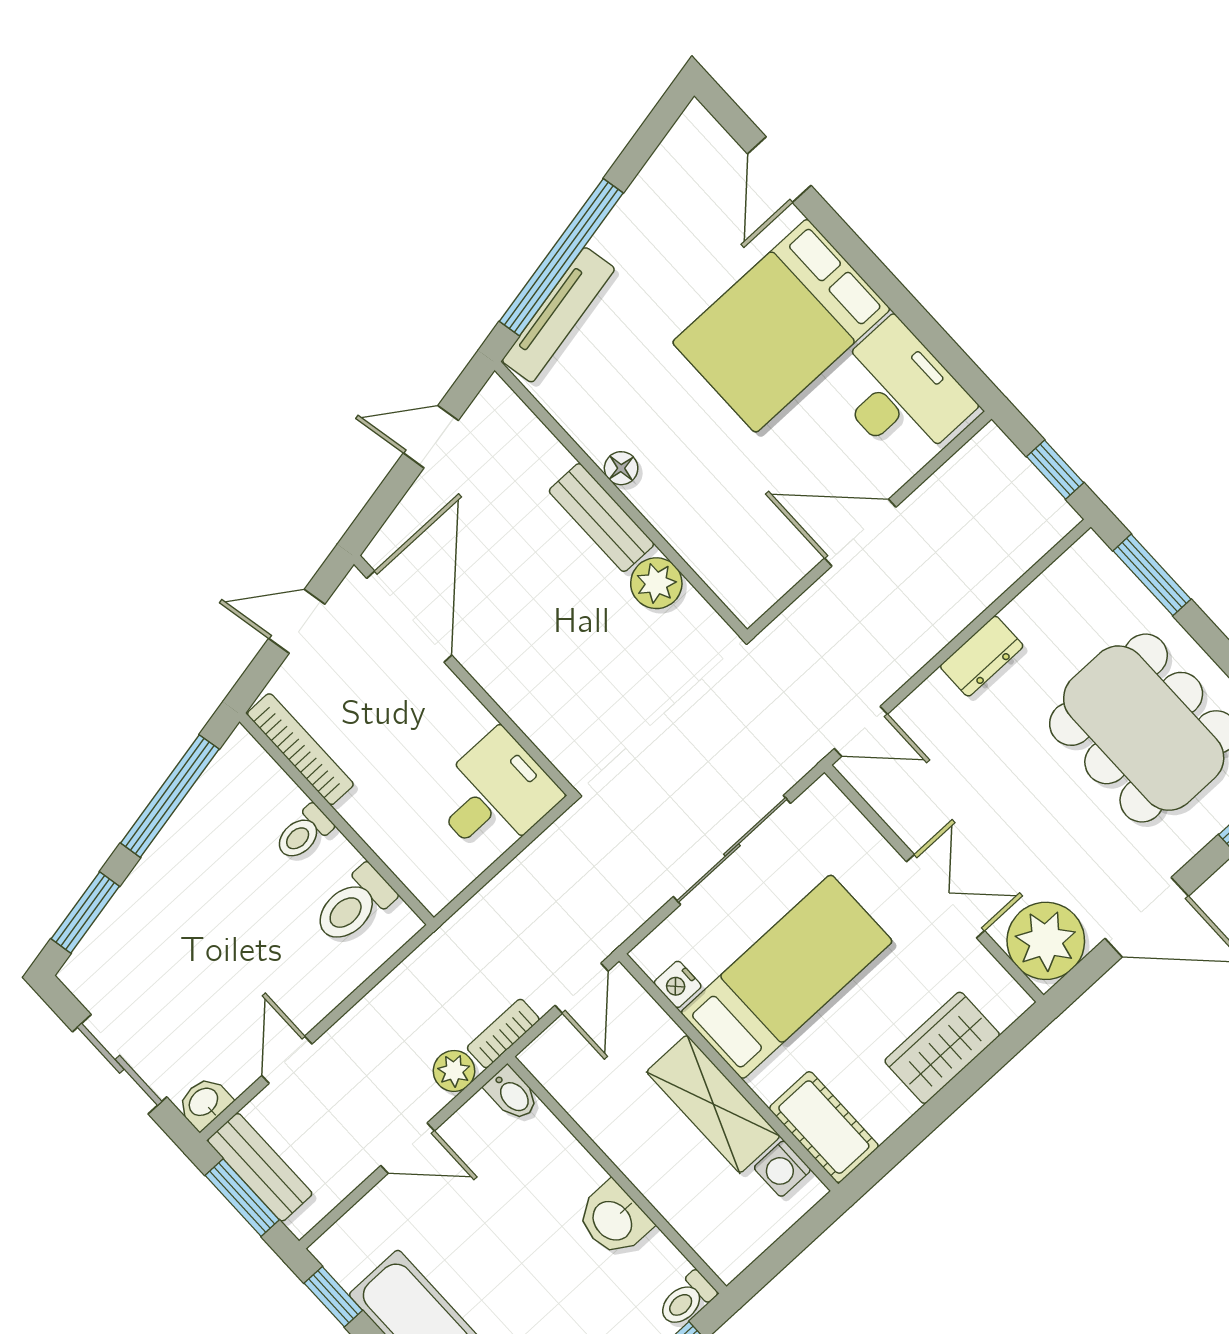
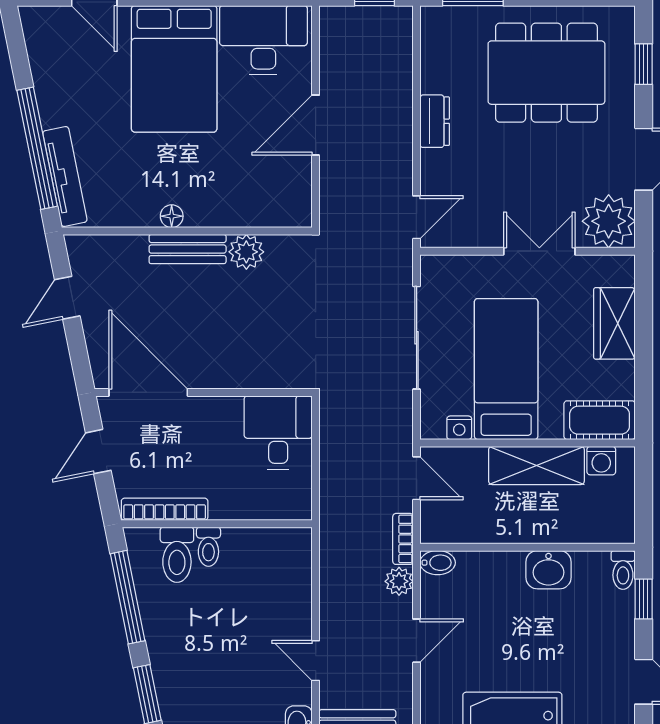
toilet: (354, 905) -> (177, 555), moved

